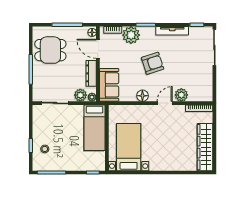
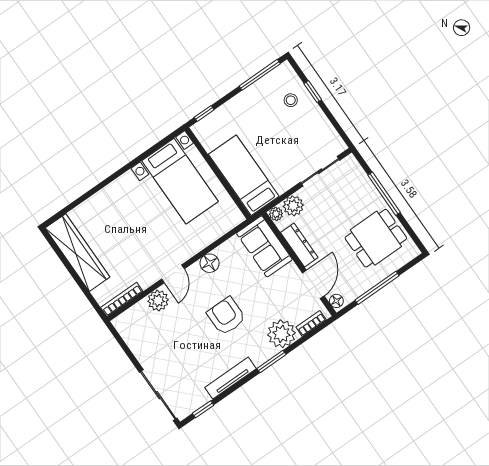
door: (98, 49) -> (313, 284), hinge flipped
armchair: (153, 63) -> (226, 316), turned 108

